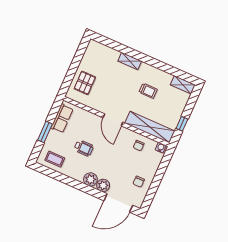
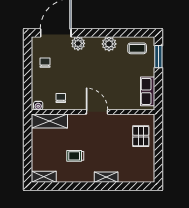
window: (182, 124) -> (28, 138), removed
shelving: (150, 127) -> (49, 121), width x0.68
window: (45, 132) -> (158, 57), moved
wheelchair: (84, 148) -> (113, 72), removed
plant: (90, 179) -> (109, 44), moved

